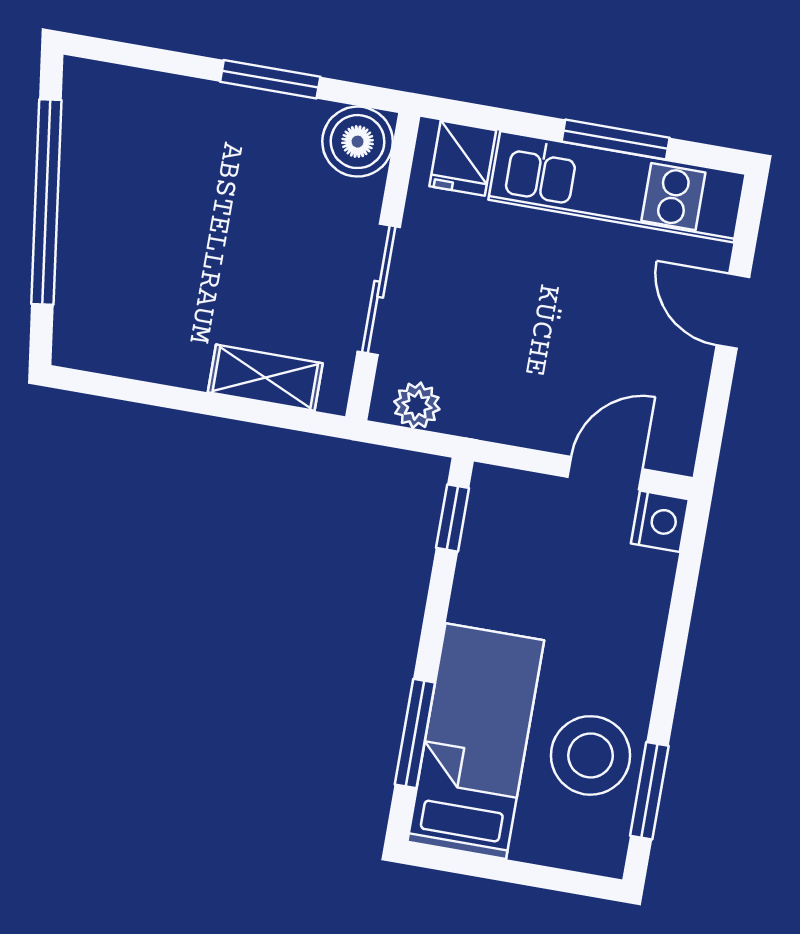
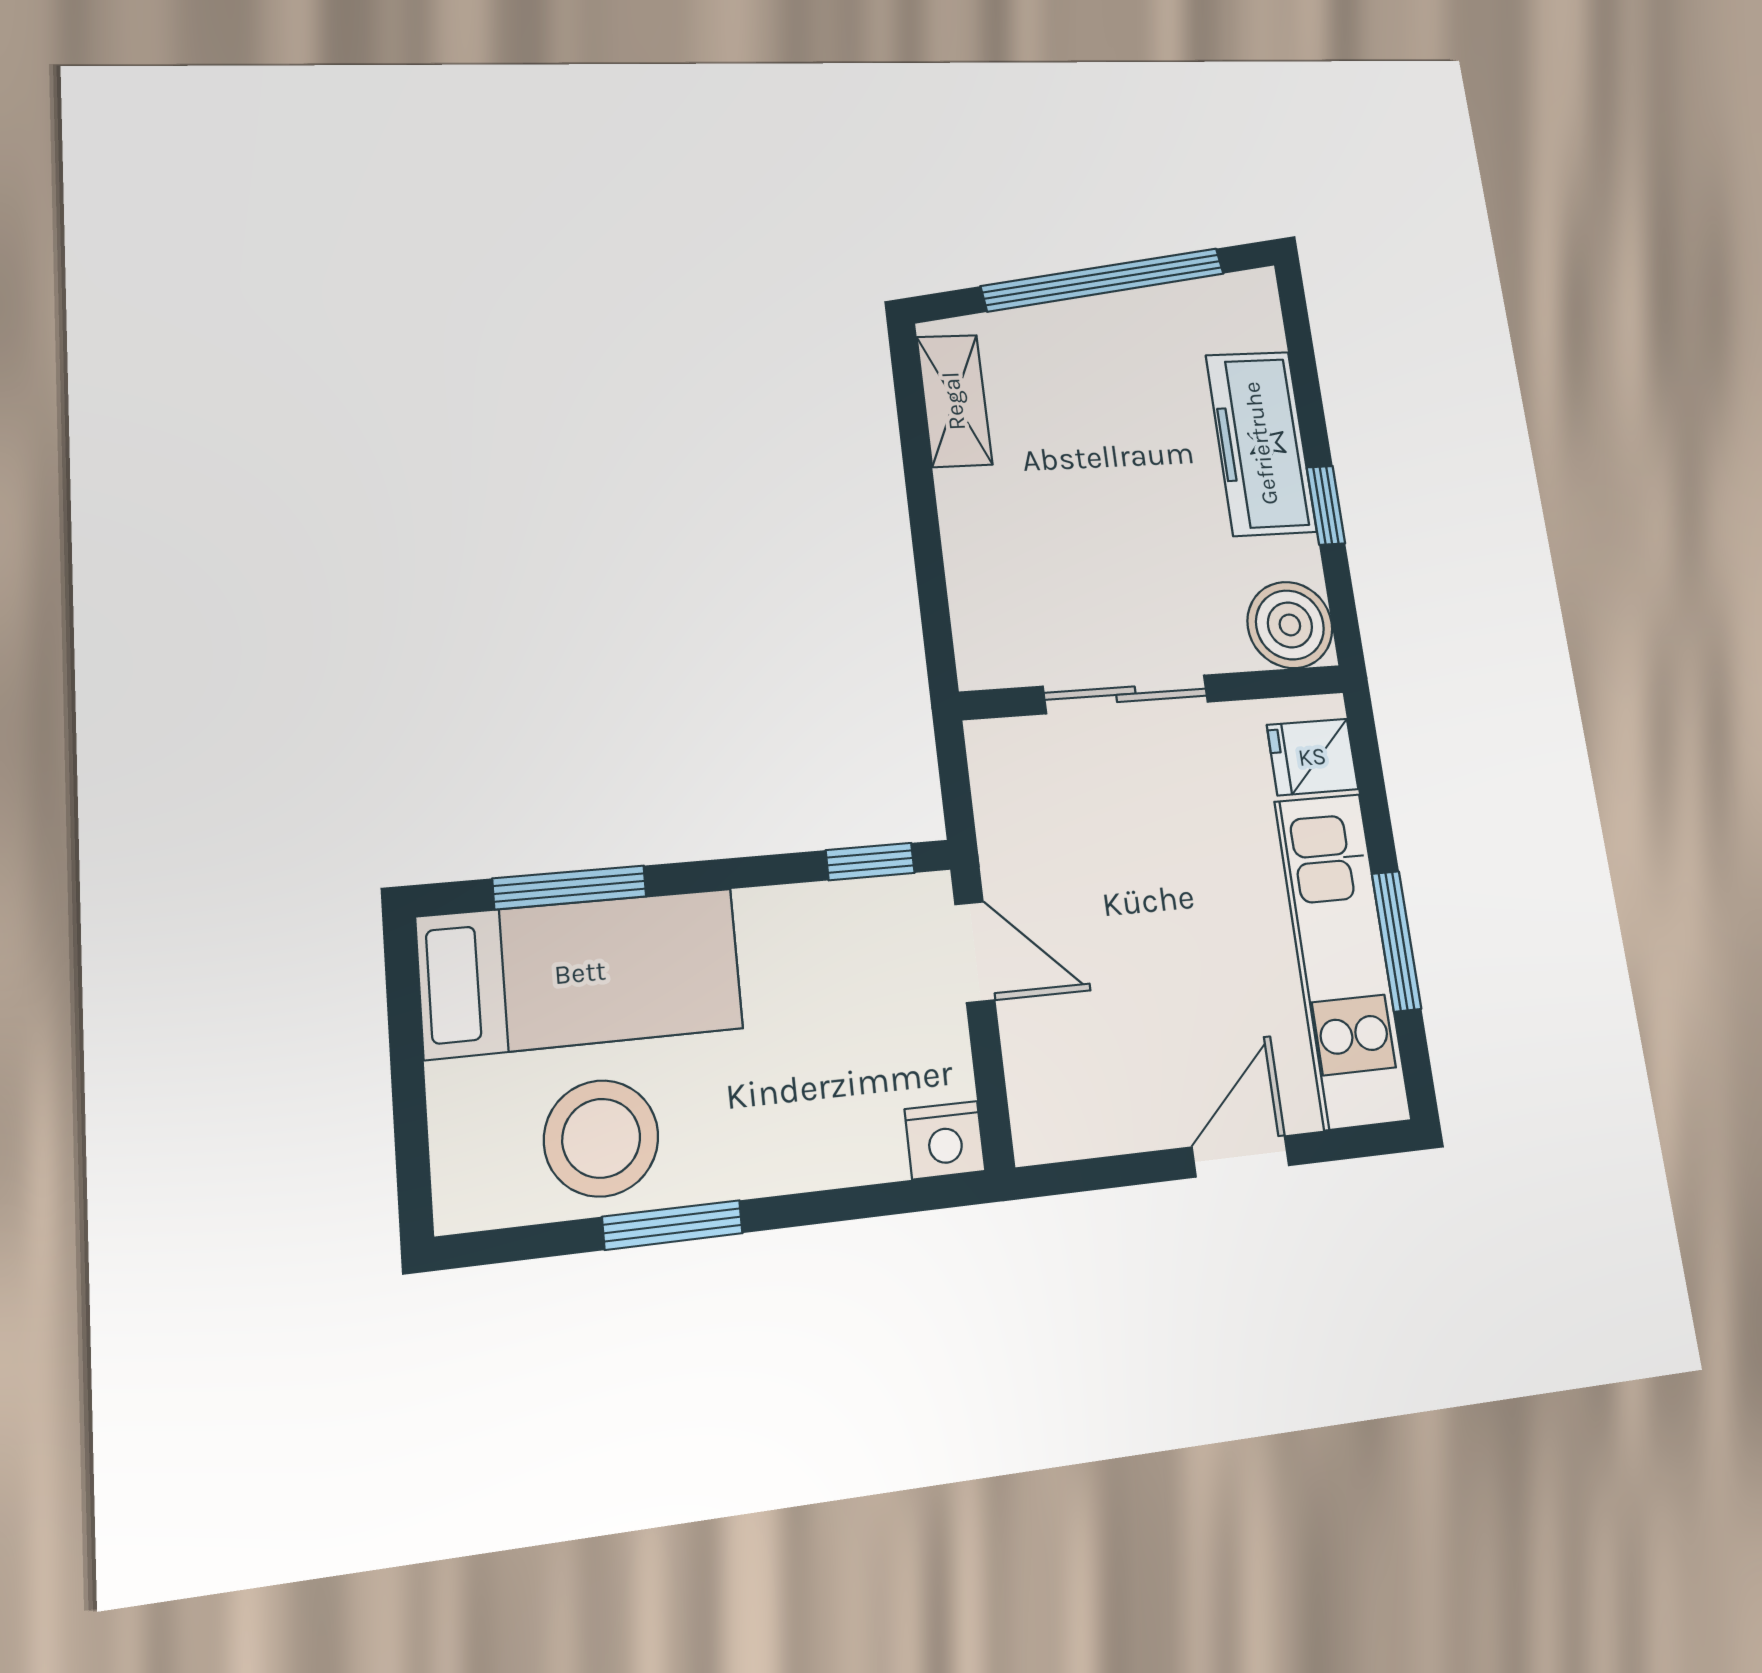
window: (270, 79) -> (1326, 505), width x0.67
freezer: (208, 116) -> (1261, 443), added
shelving: (265, 378) -> (954, 401), moved
plant: (417, 405) -> (999, 778), removed
door: (605, 473) -> (975, 952), moved
window: (649, 791) -> (673, 1225), moved

